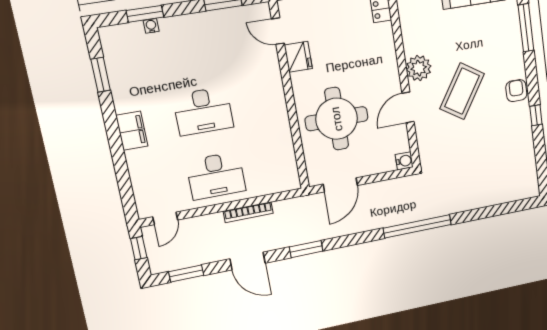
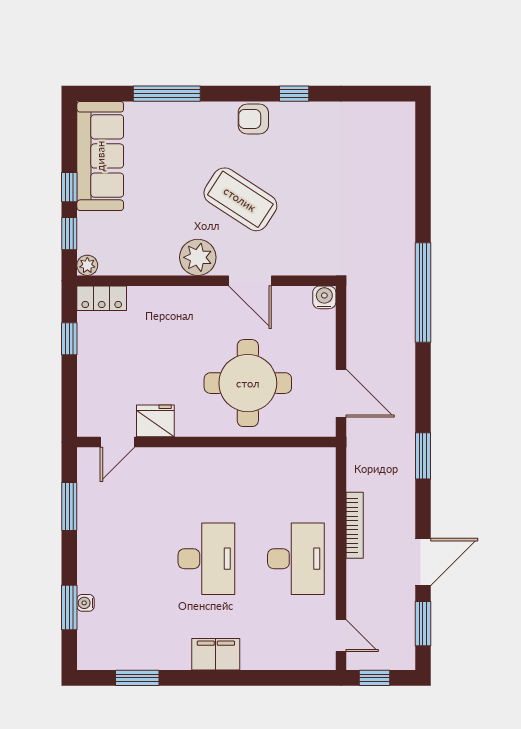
door: (248, 261) -> (423, 562), moved

